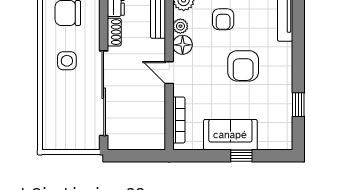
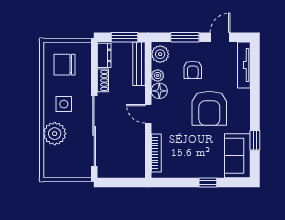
armchair: (243, 66) -> (209, 108), width x1.36, depth x1.36
plant: (56, 97) -> (55, 134), added
sofa: (230, 135) -> (237, 156), moved, turned -90

